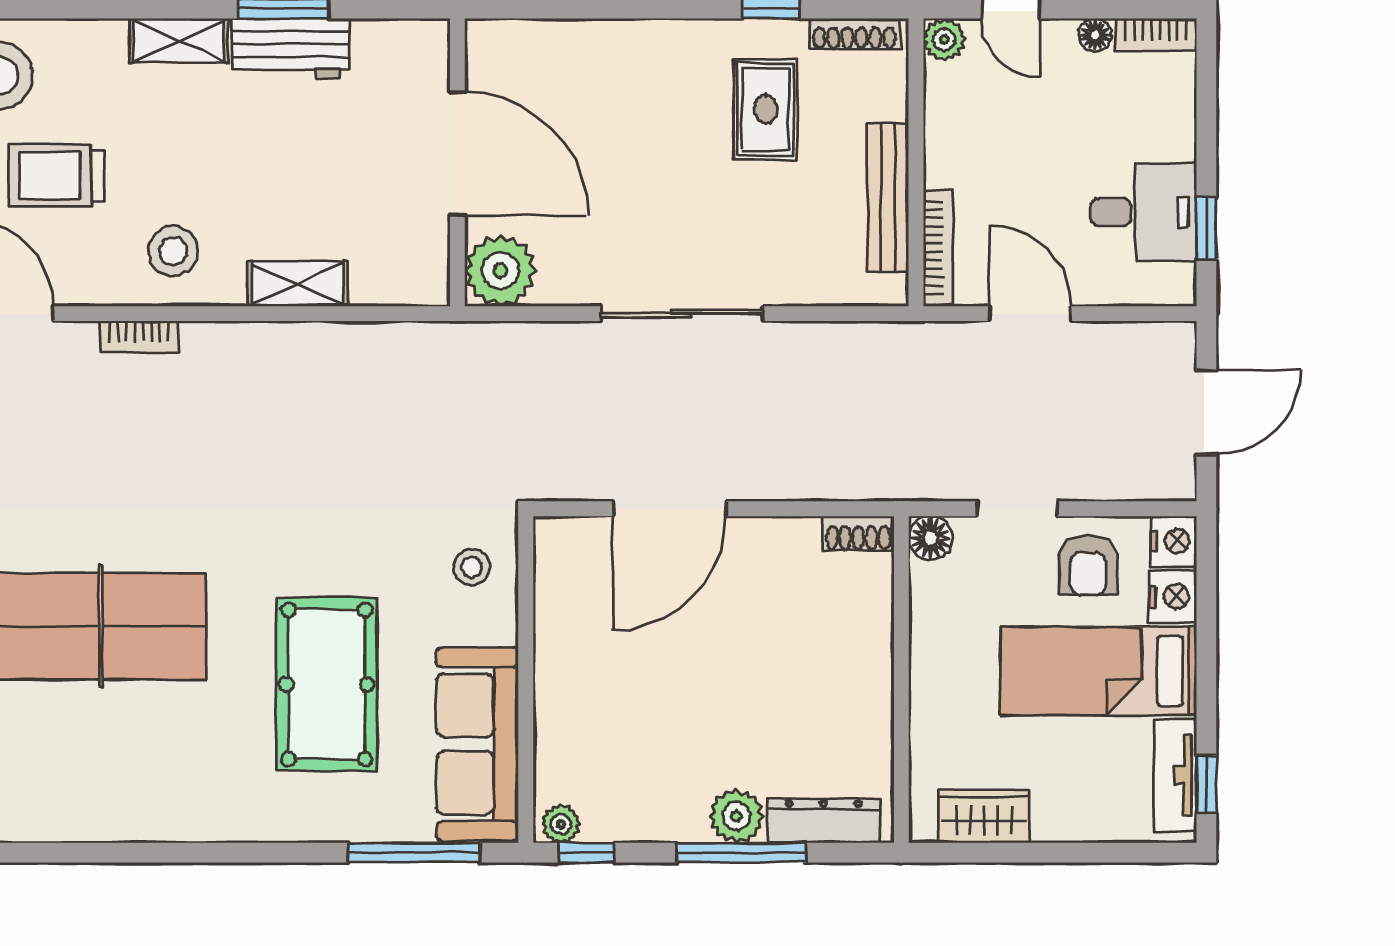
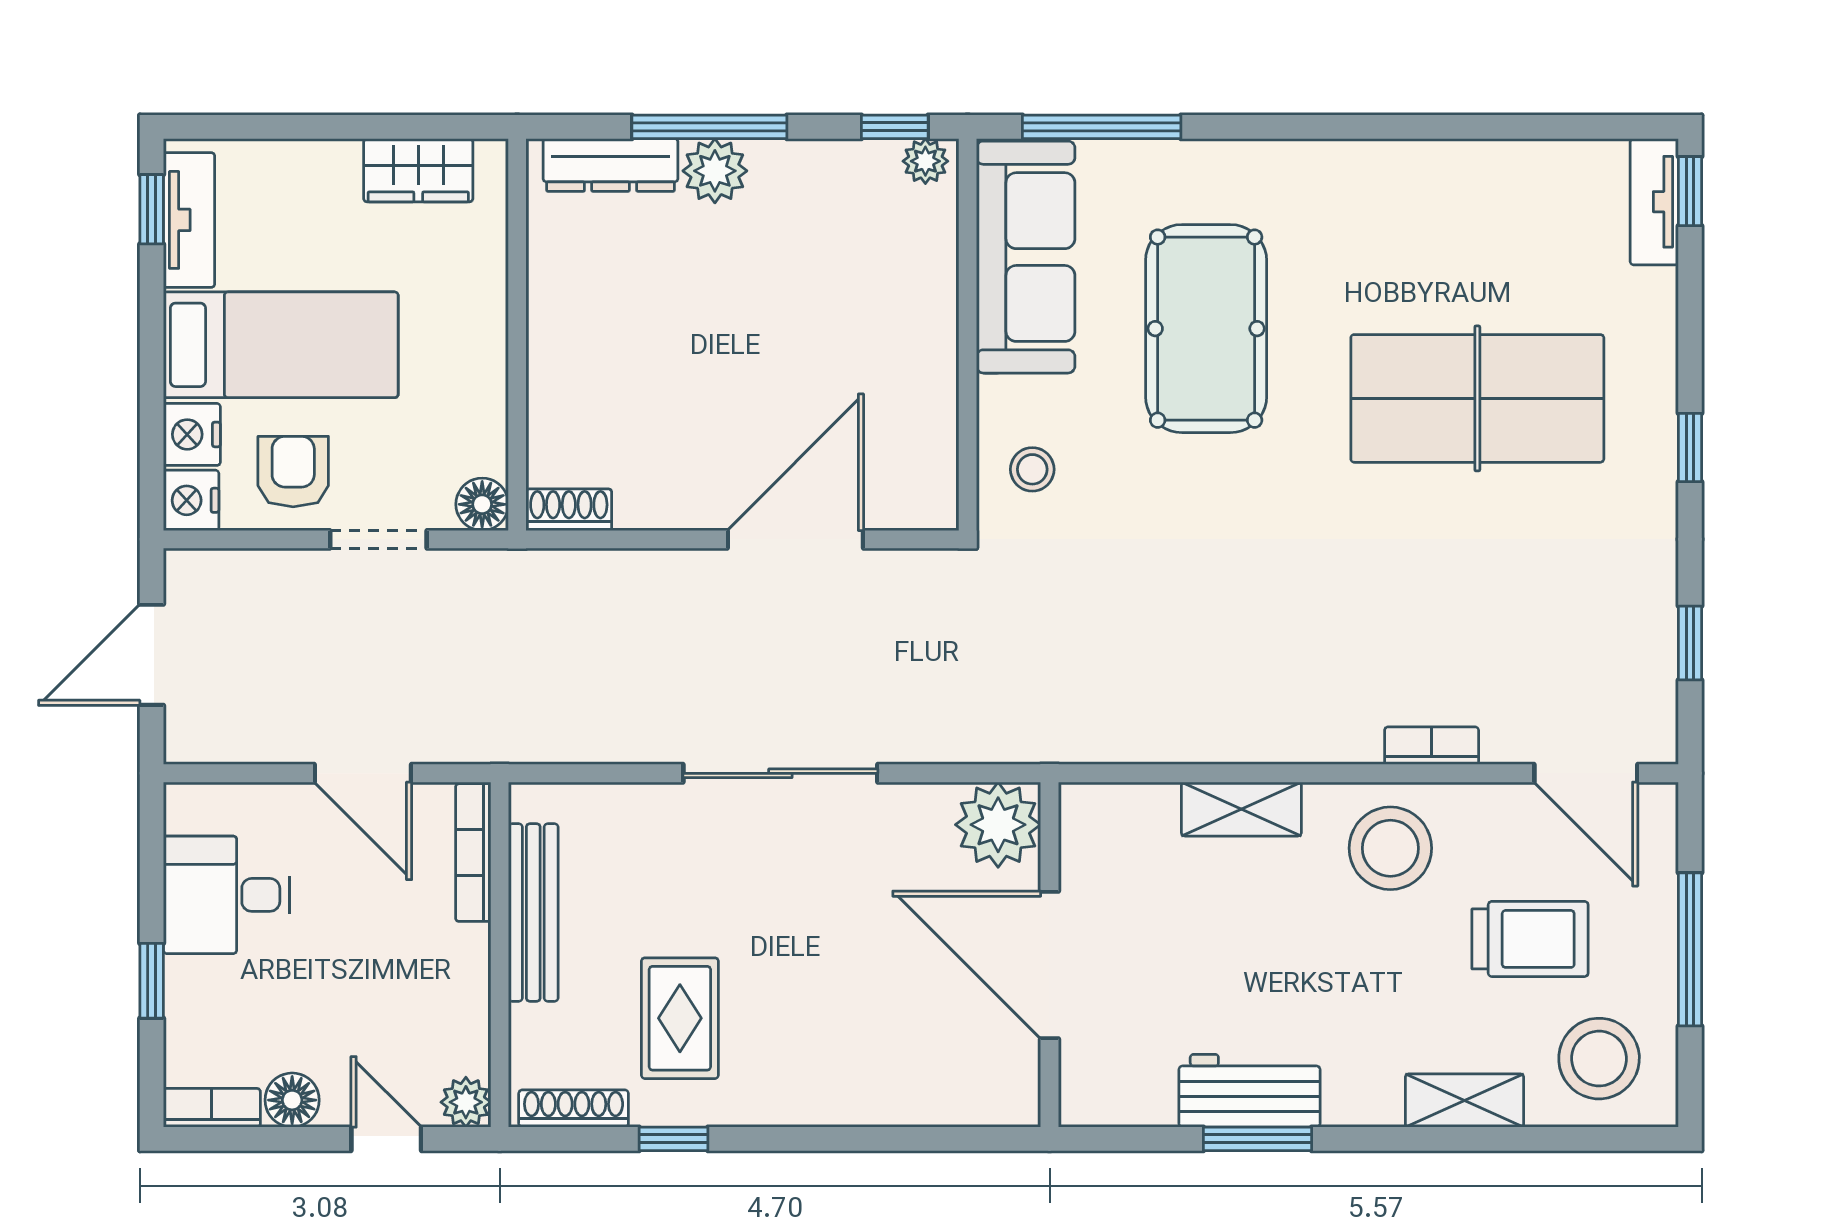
floor lamp: (1095, 35) -> (292, 1100), width x1.37, depth x1.37
shelving: (178, 41) -> (1464, 1101), moved
window: (1206, 228) -> (152, 981), moved
stool: (173, 251) -> (1390, 848), width x1.38, depth x1.38

